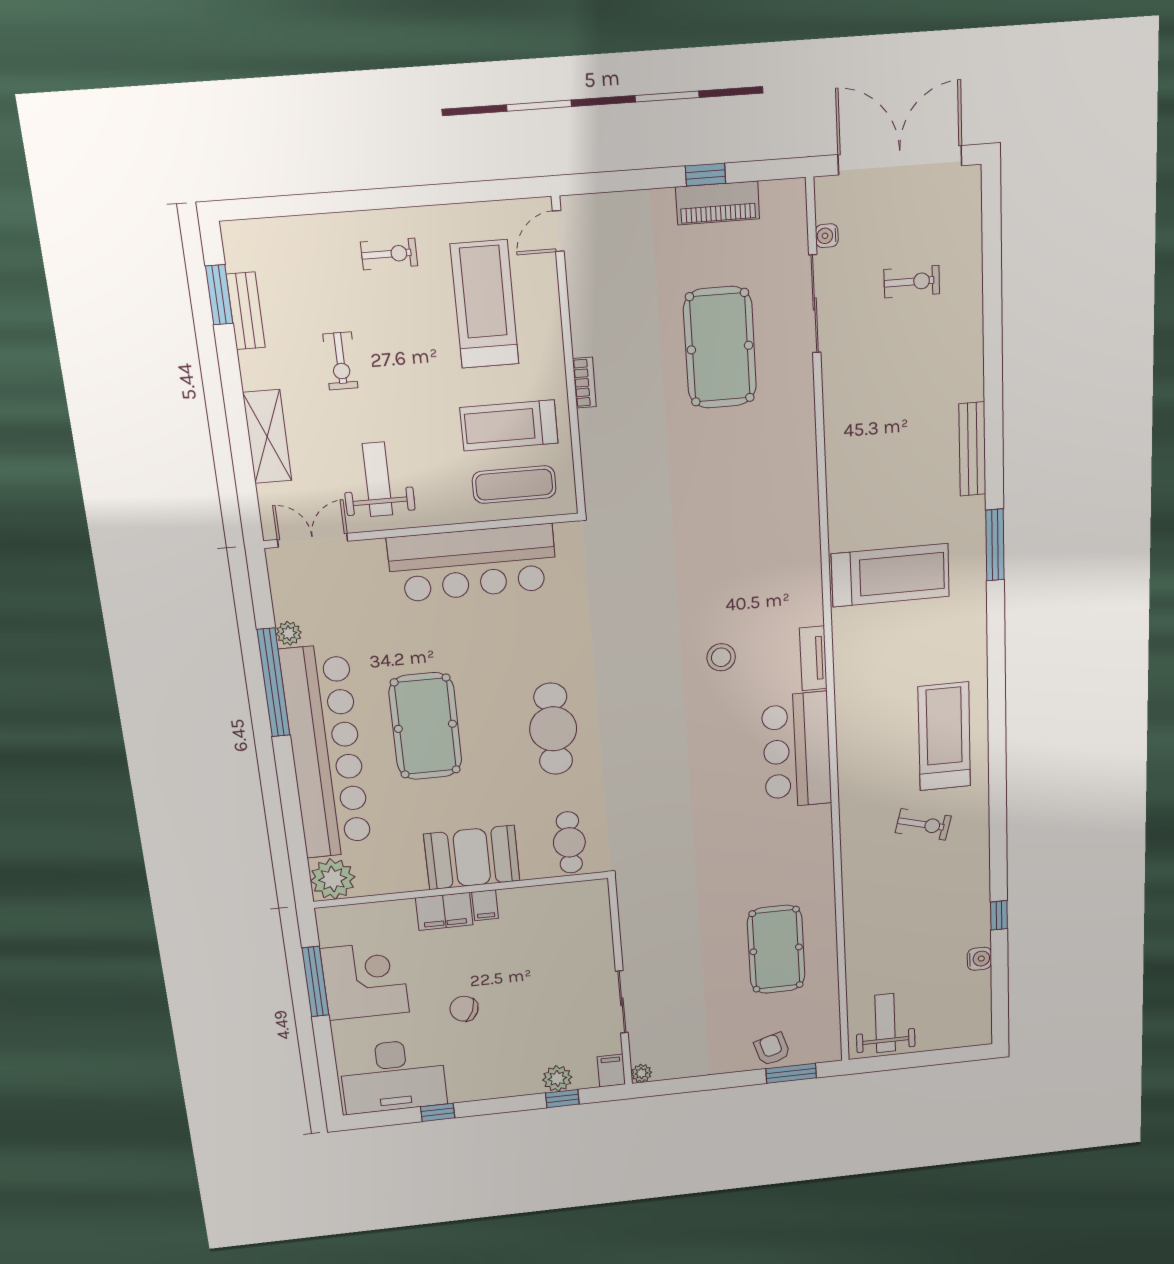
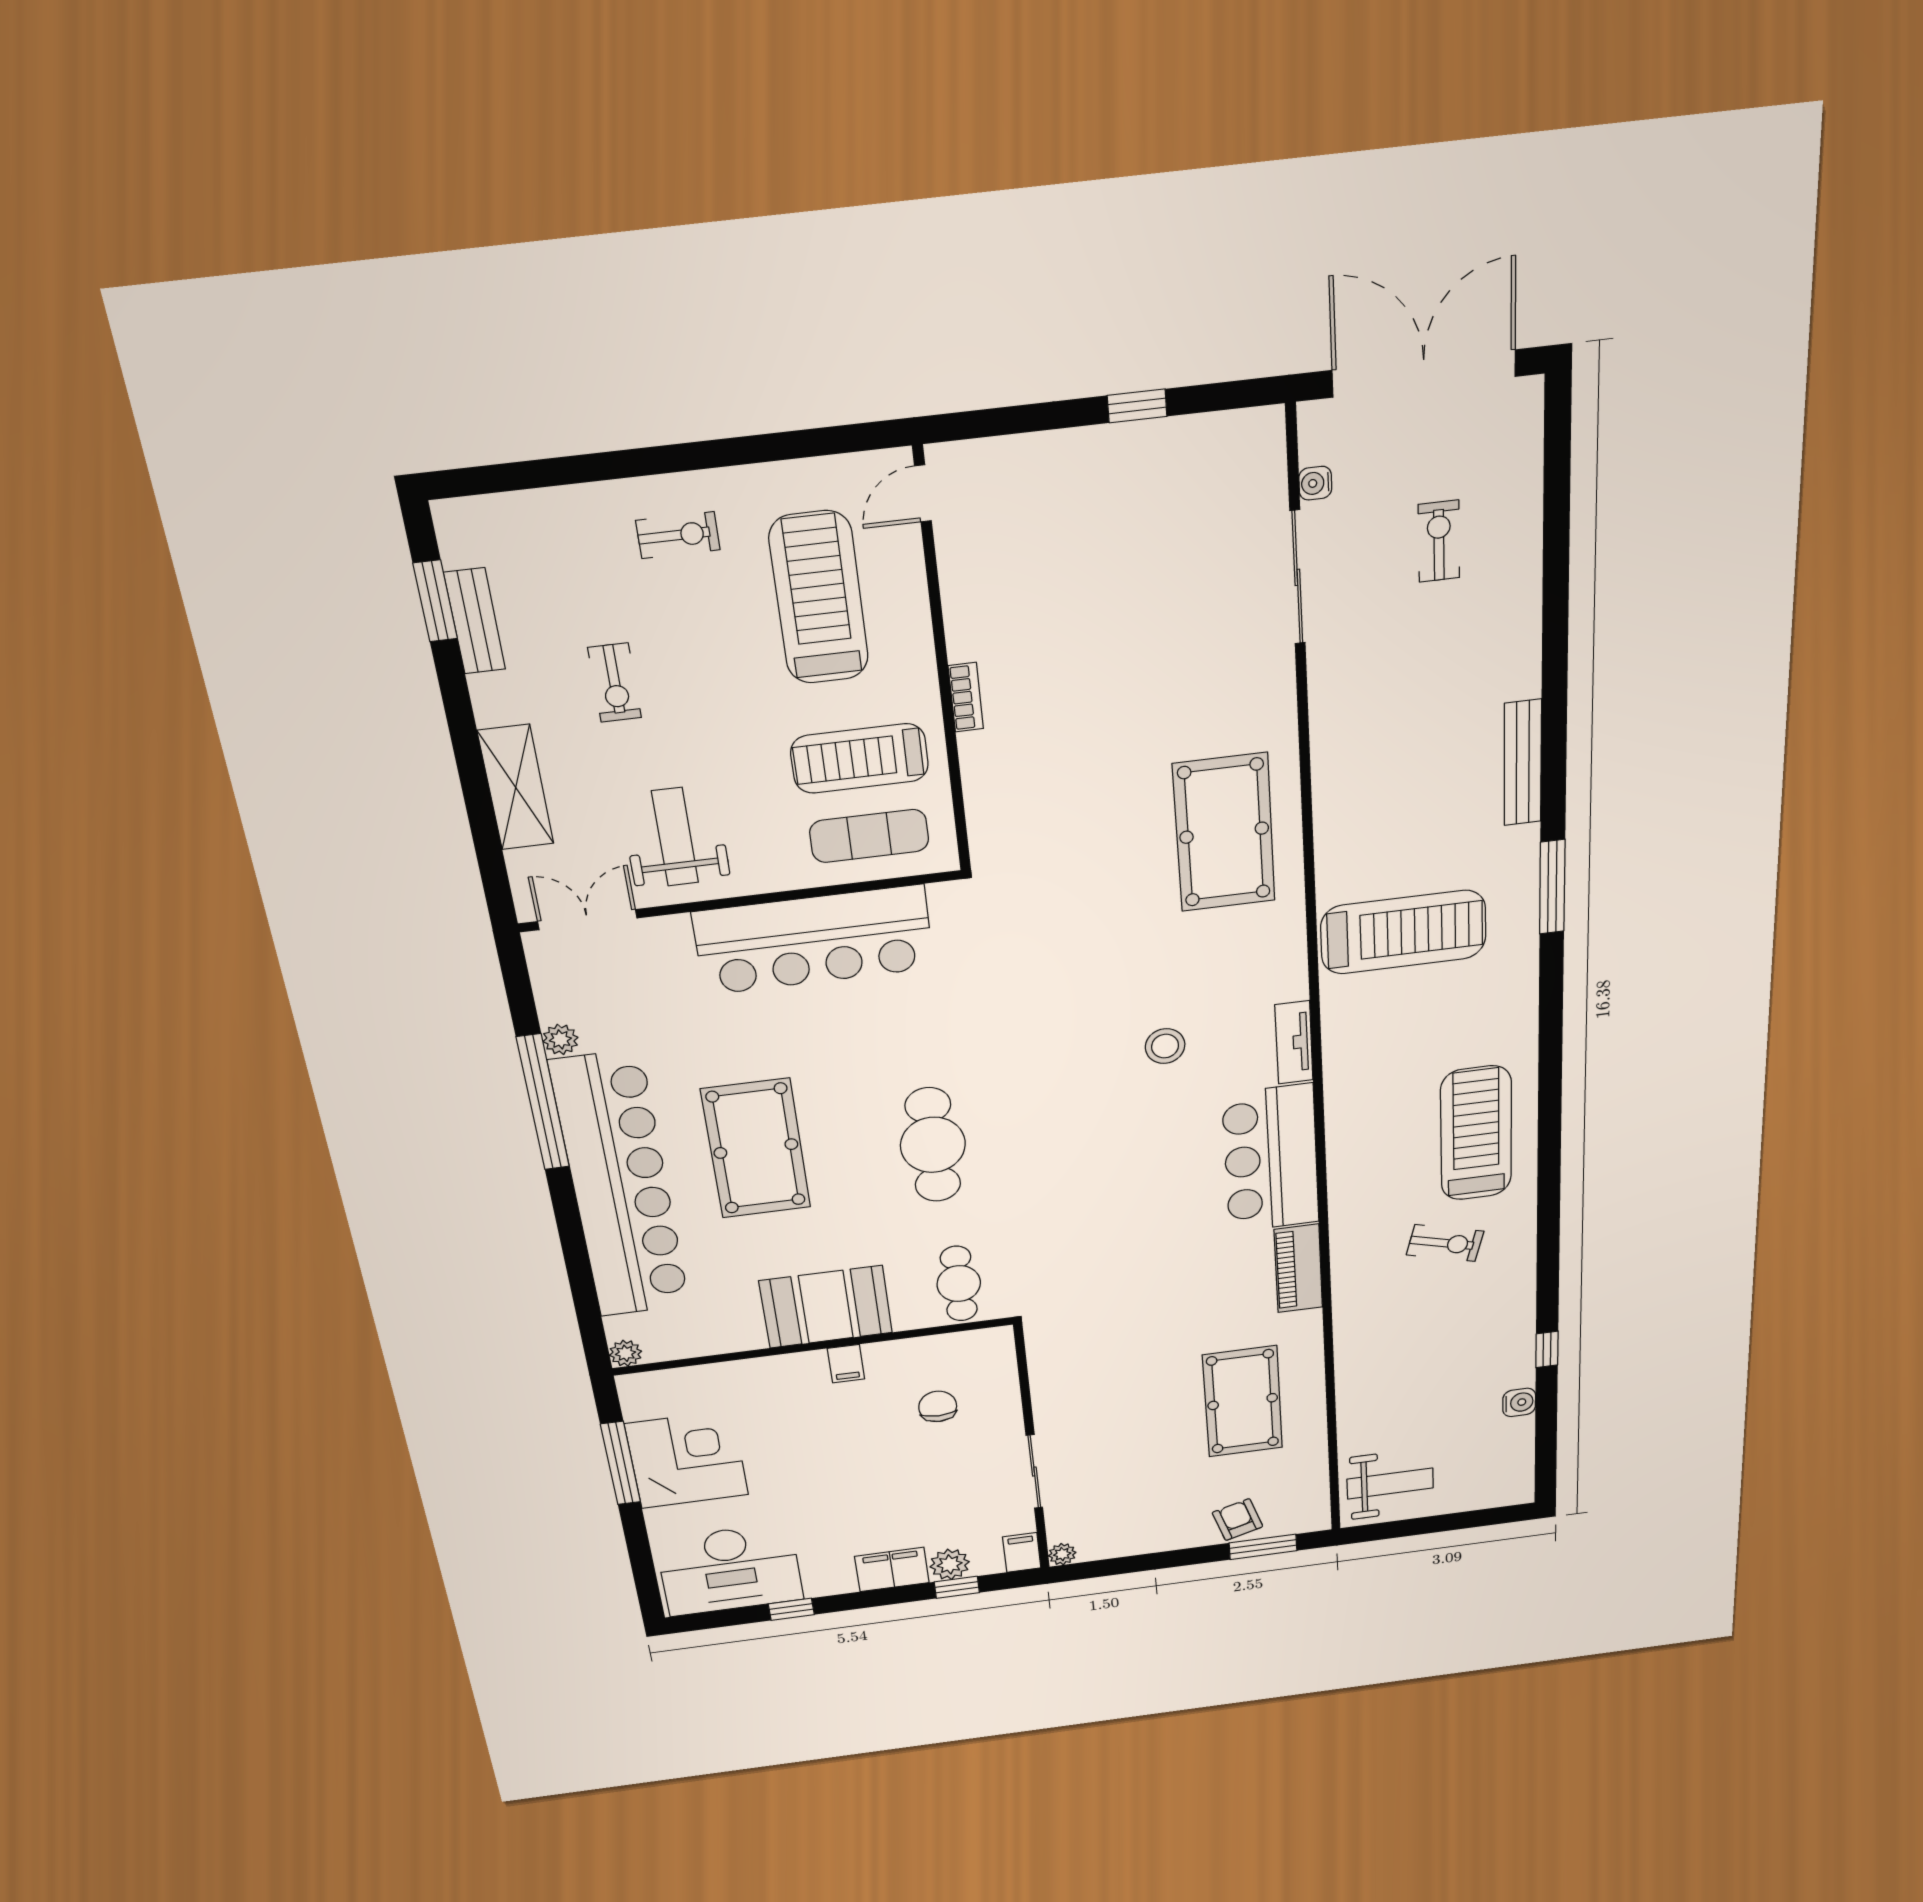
piano: (718, 203) -> (1298, 1268), moved, turned 90
exercise bike: (912, 282) -> (1439, 541), turned -90
pool table: (720, 348) -> (1224, 833), moved
plant: (333, 879) -> (626, 1353), width x0.53, depth x0.53
filing cabinet: (444, 911) -> (892, 1569), moved, turned 180
chair: (464, 1009) -> (938, 1406), moved, turned 68
weight bench: (885, 1023) -> (1390, 1484), turned 90

